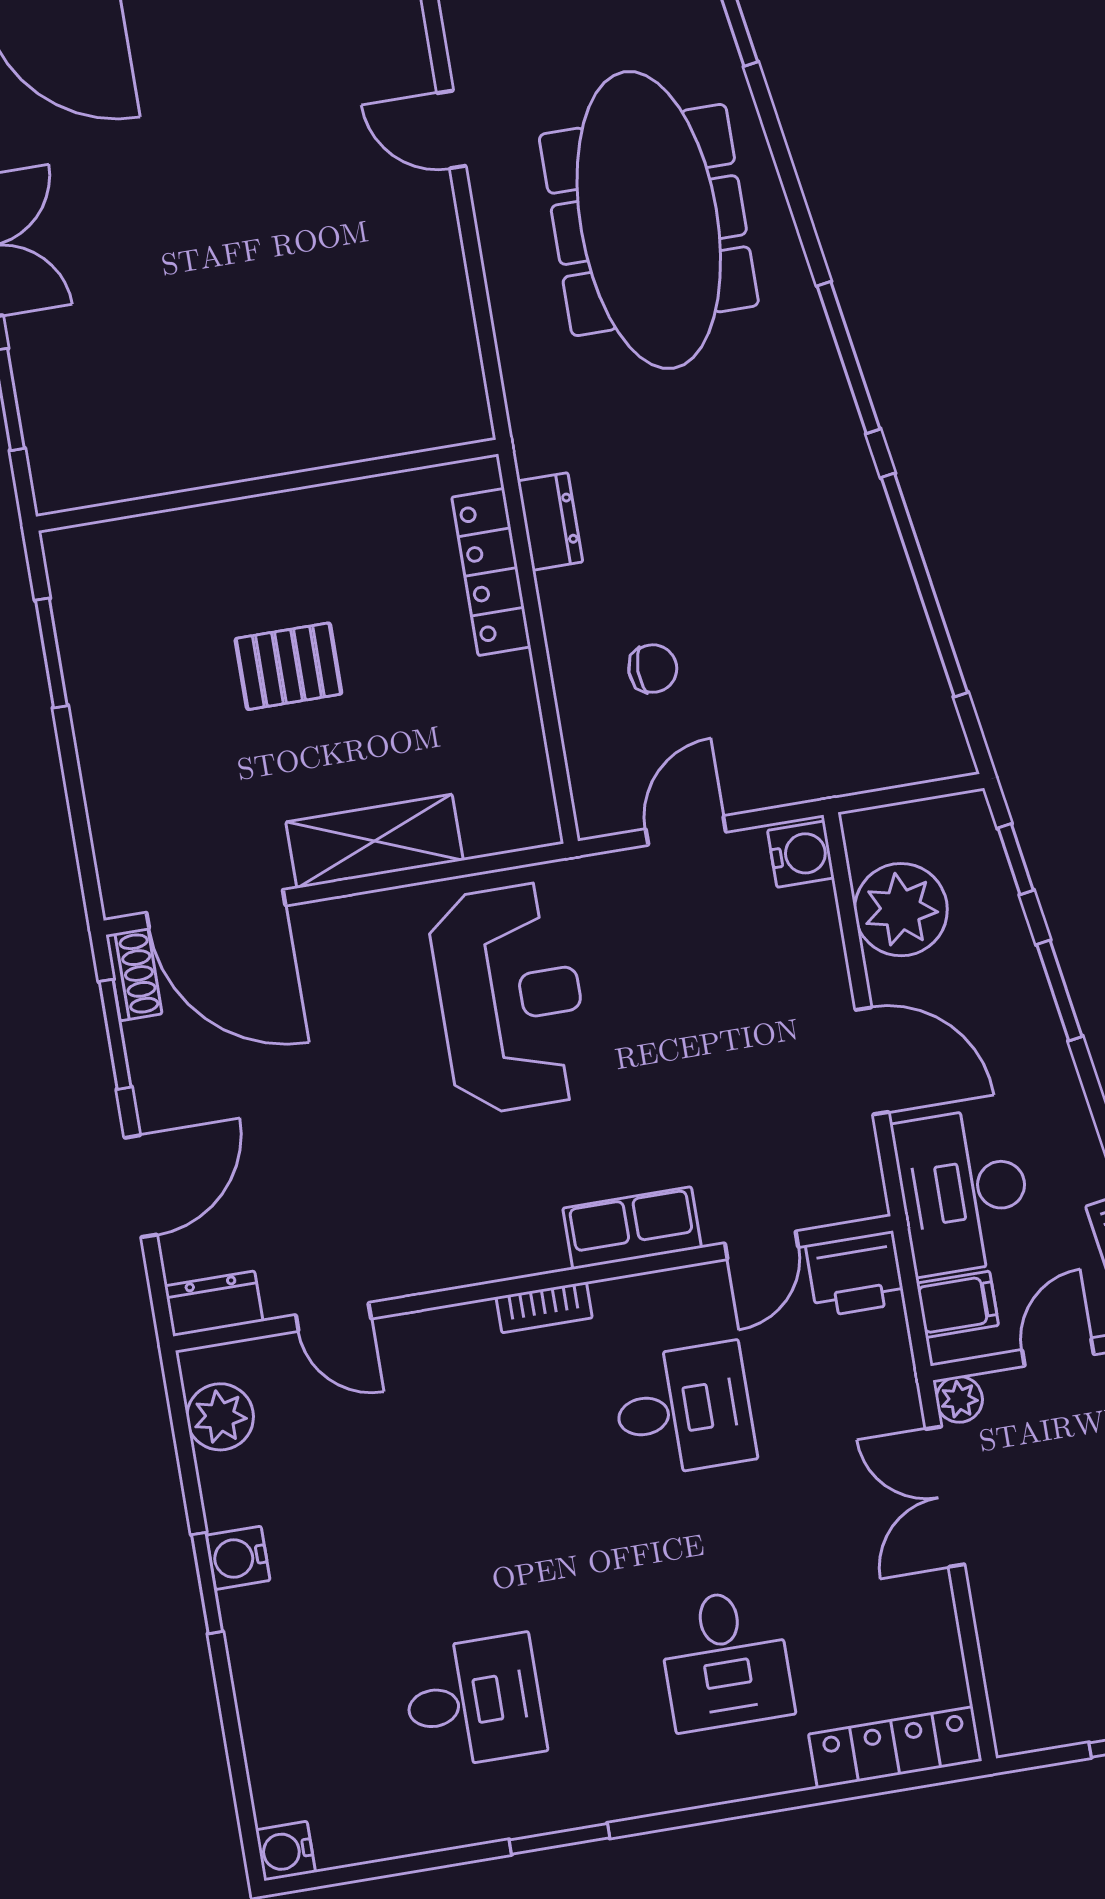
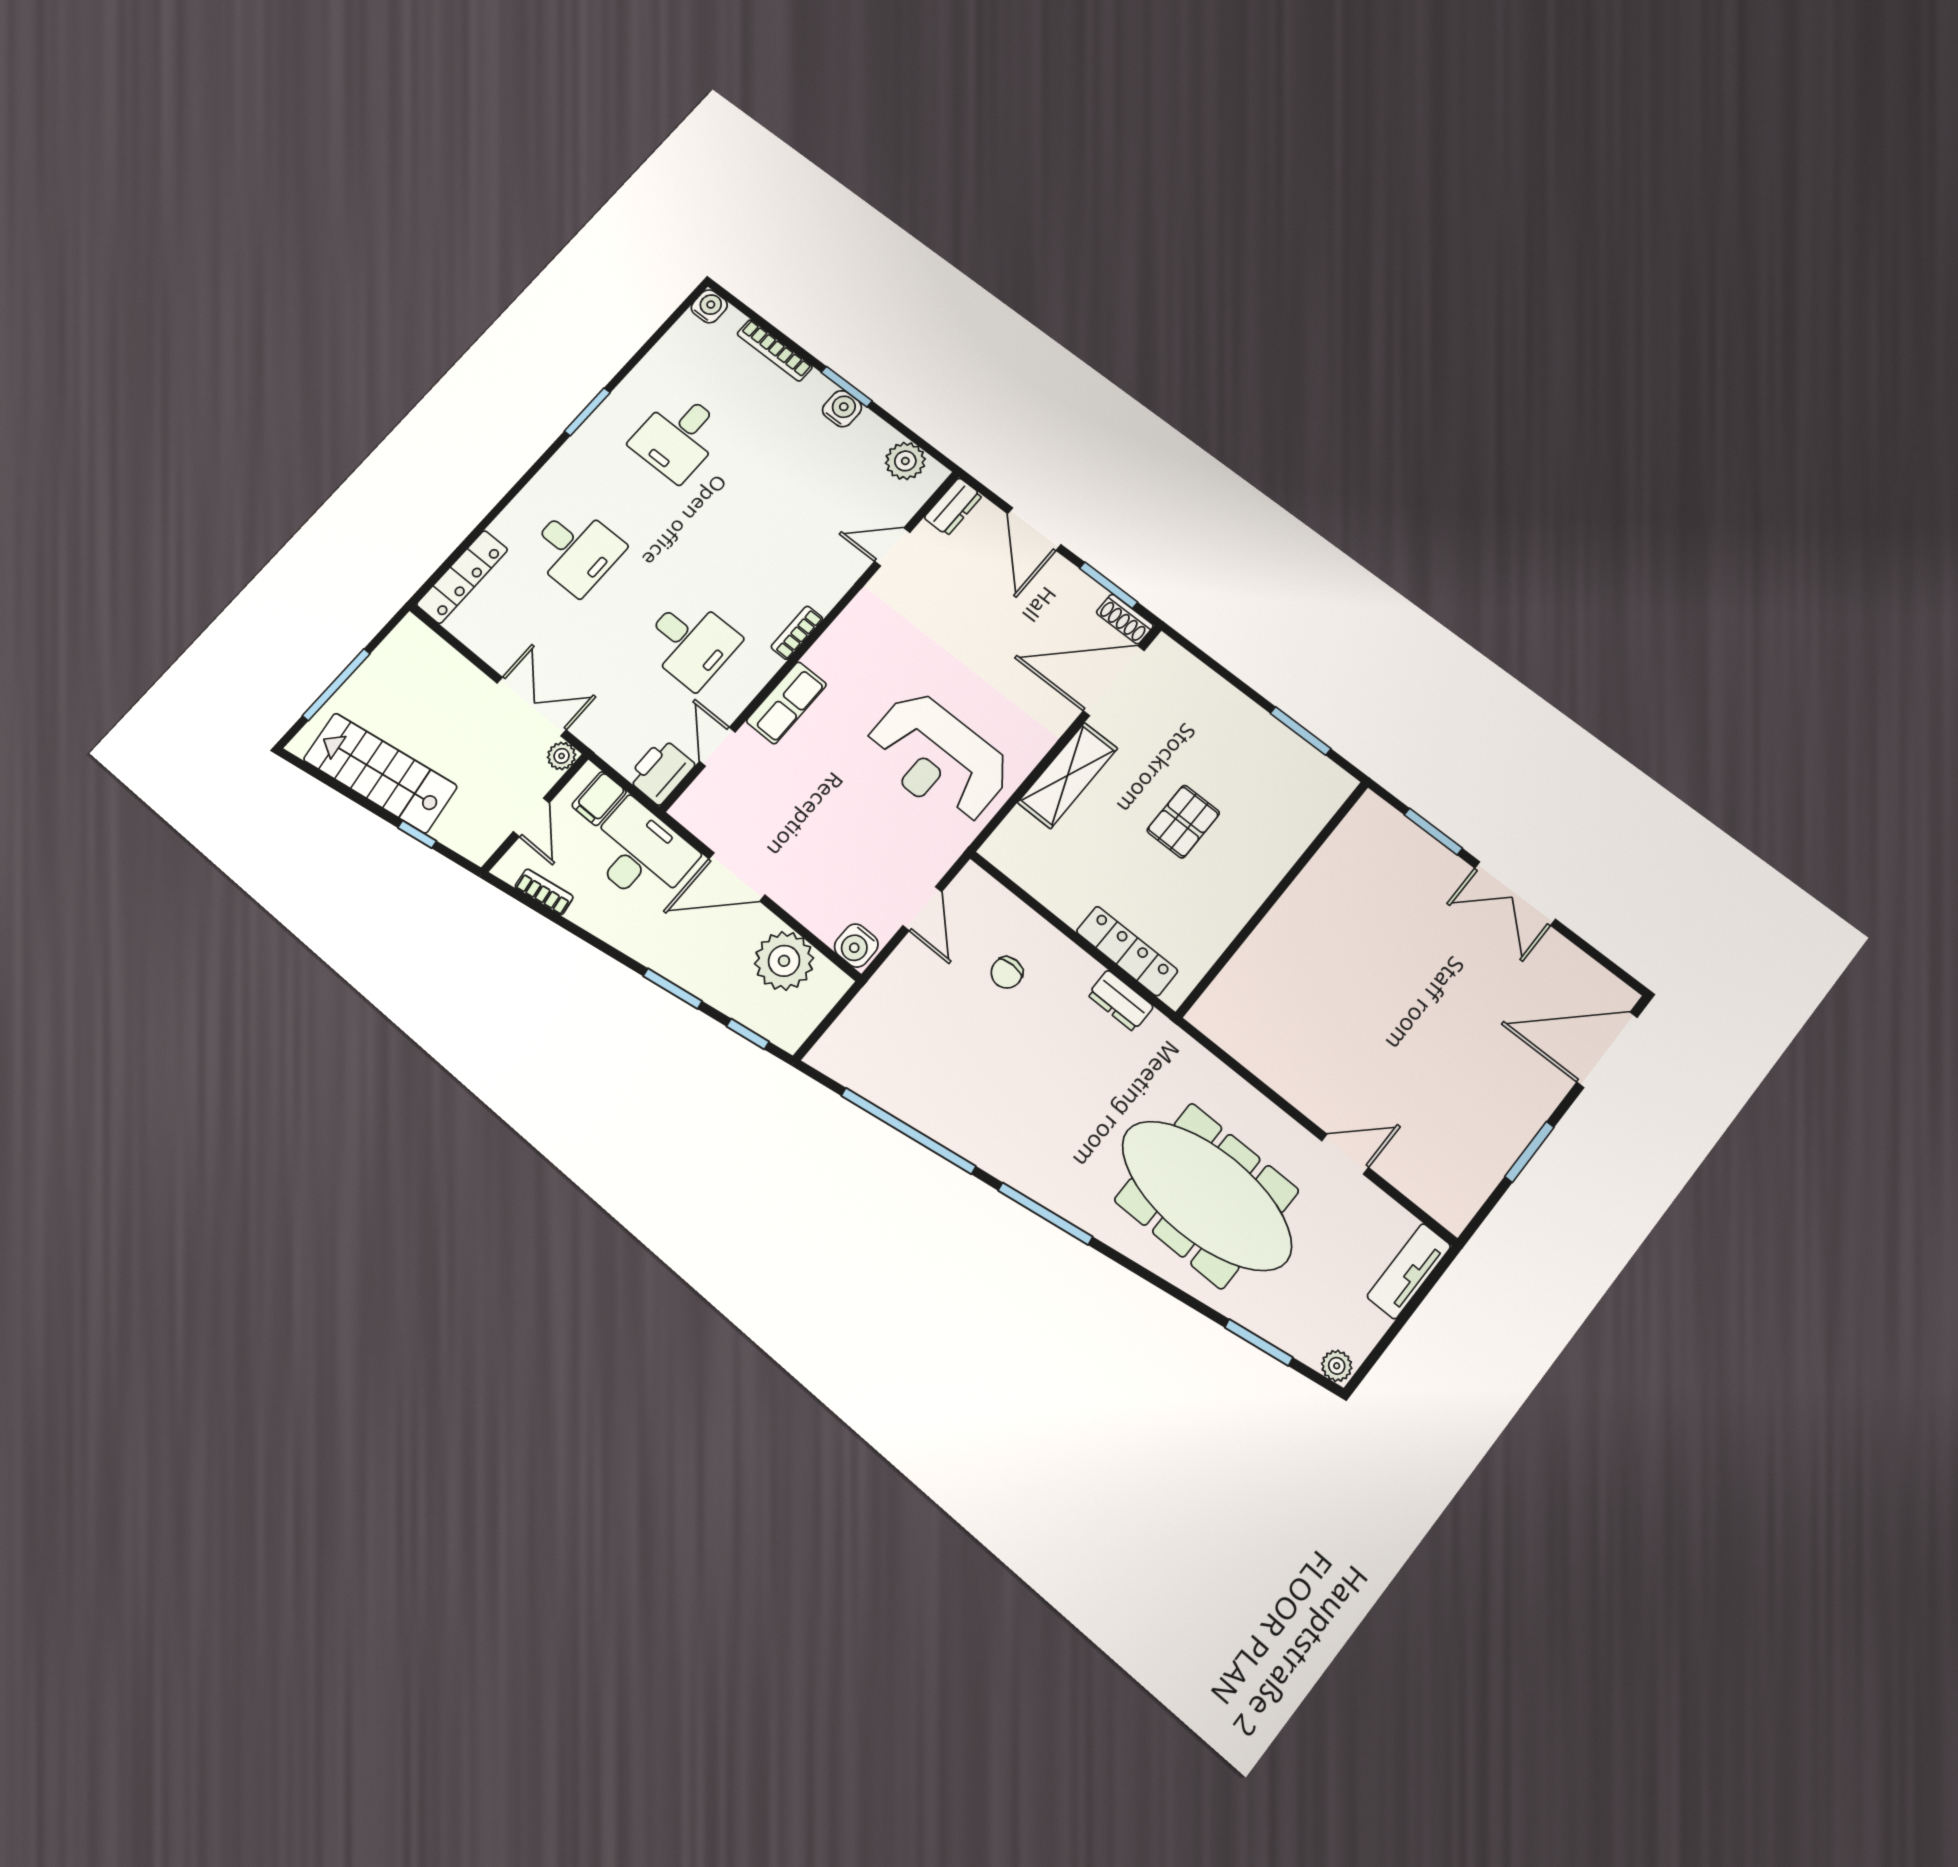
desk: (684, 1410) -> (691, 642), turned -90
desk: (725, 1660) -> (576, 550), turned 180
bookcase: (254, 1714) -> (775, 350), added

